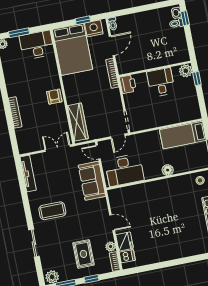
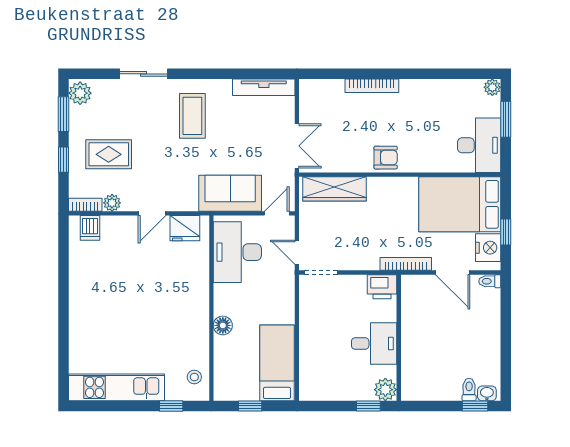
fridge: (125, 241) -> (185, 228), moved

